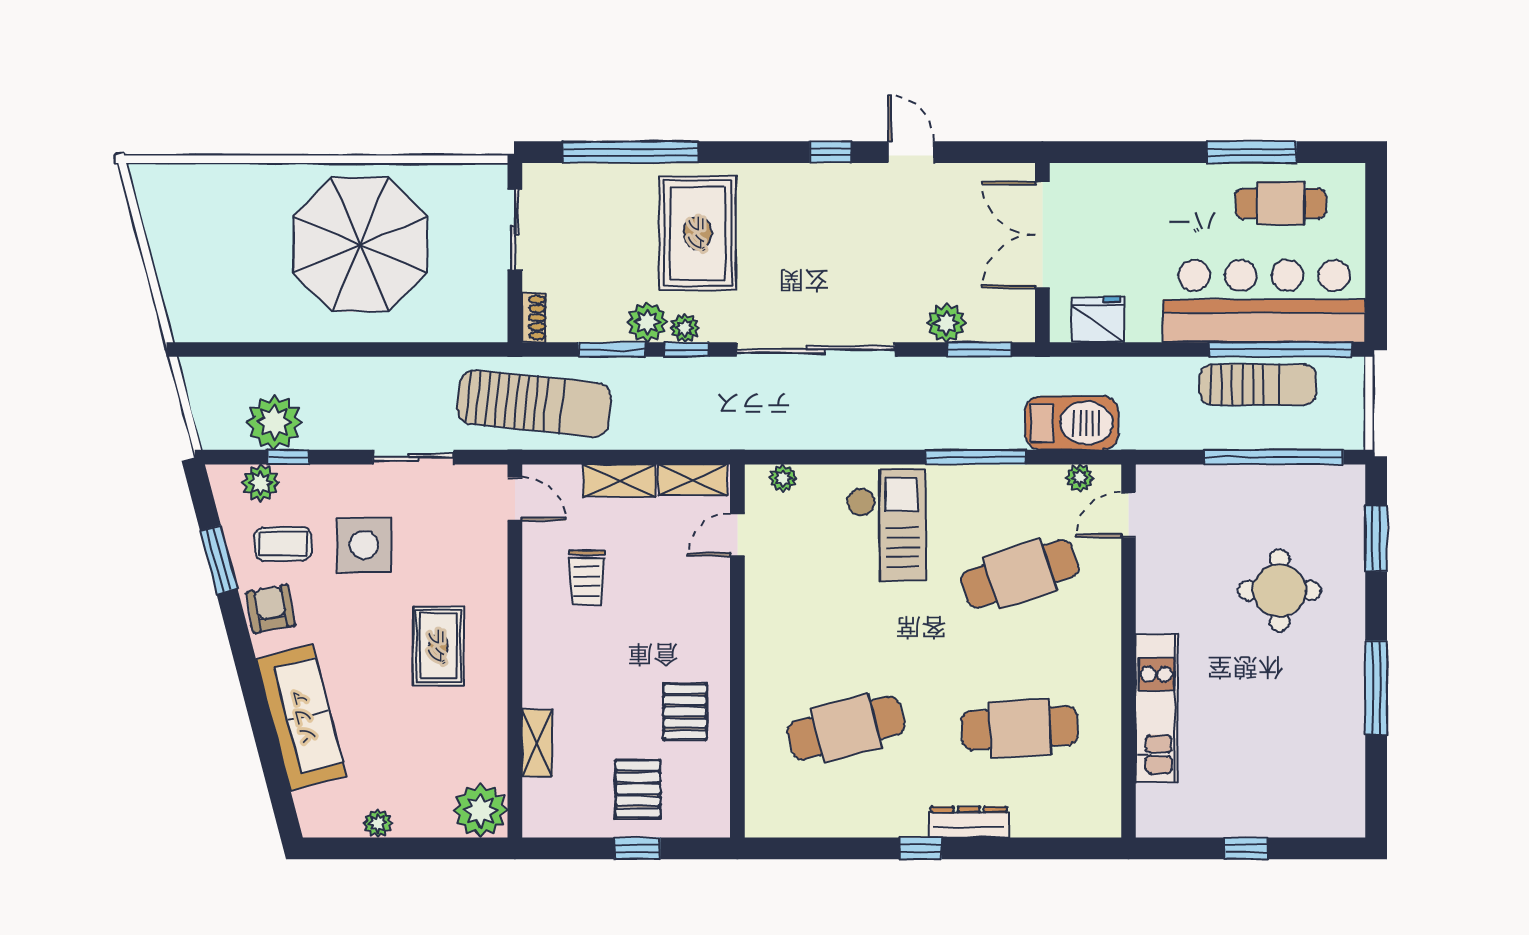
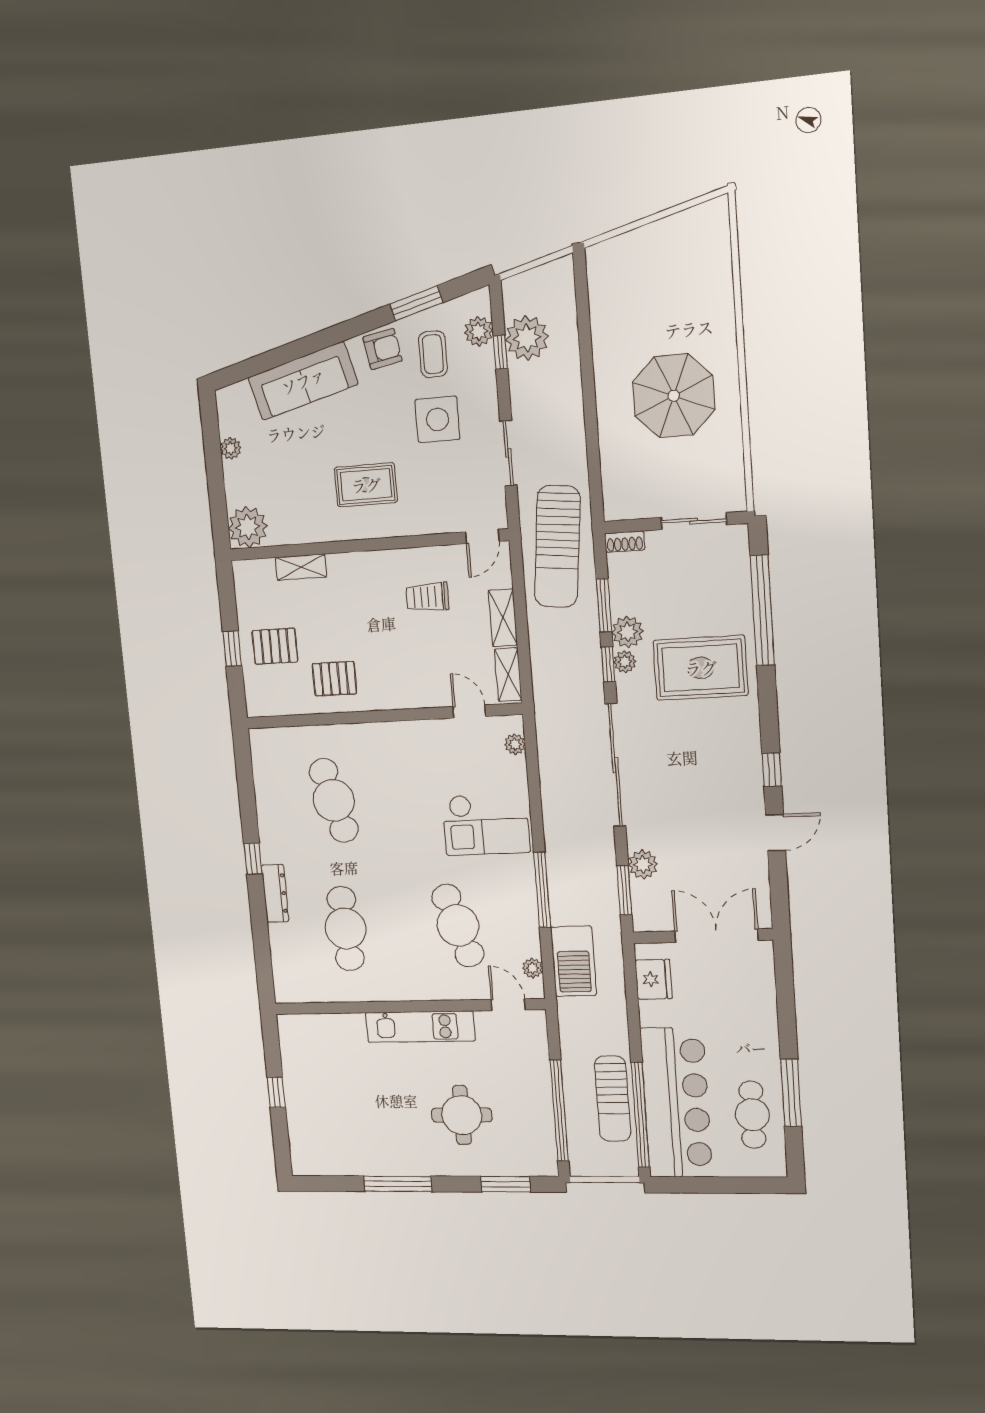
parasol: (360, 245) -> (674, 396), width x0.73, depth x0.73
kitchen unit: (1157, 708) -> (420, 1027), moved

